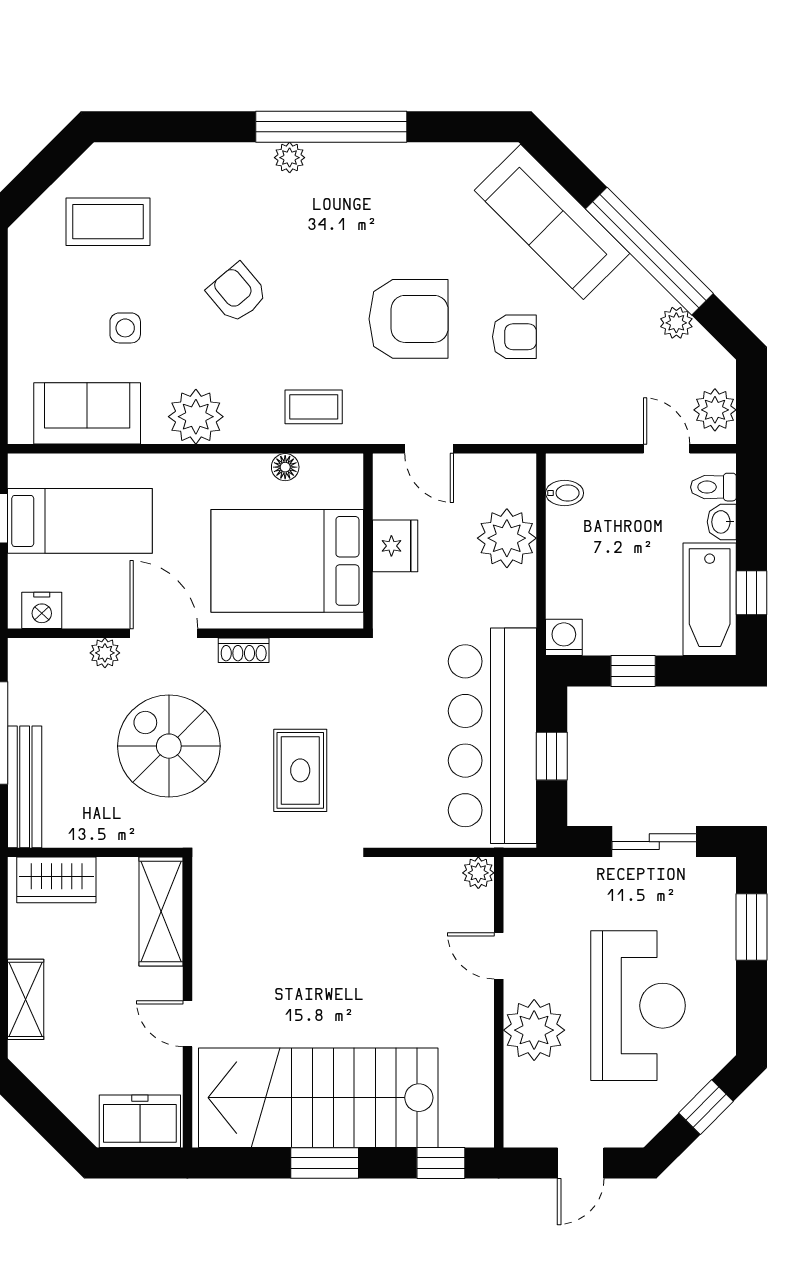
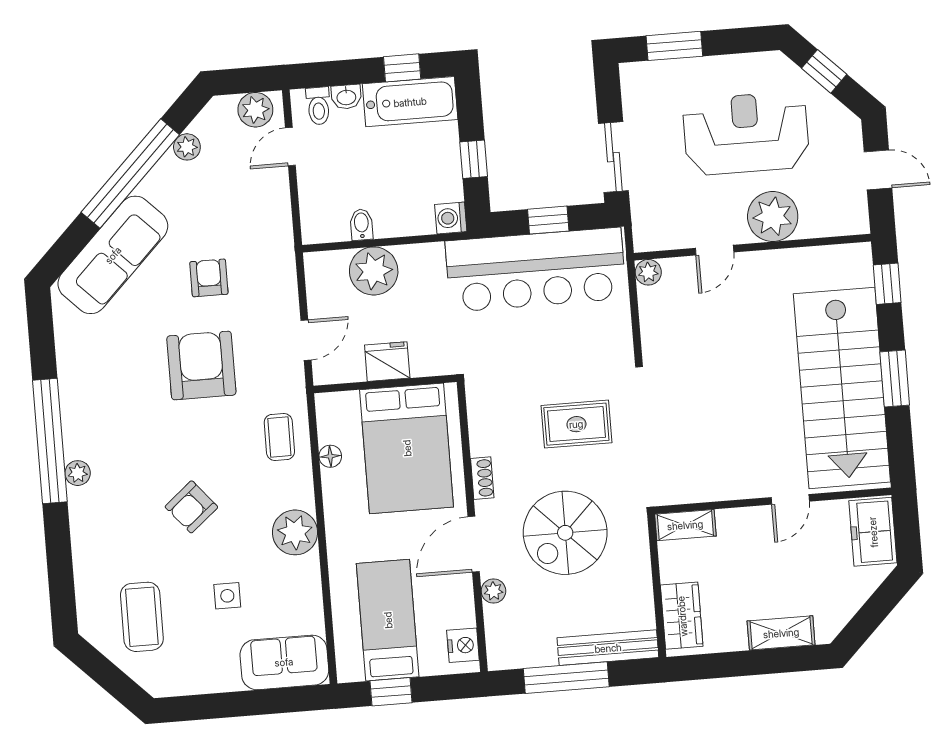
sofa: (87, 413) -> (284, 662), moved, turned 90
bidet: (565, 493) -> (361, 225), moved
sliding door: (654, 842) -> (613, 157), moved
shelving: (161, 912) -> (685, 525), width x0.67, depth x0.75

